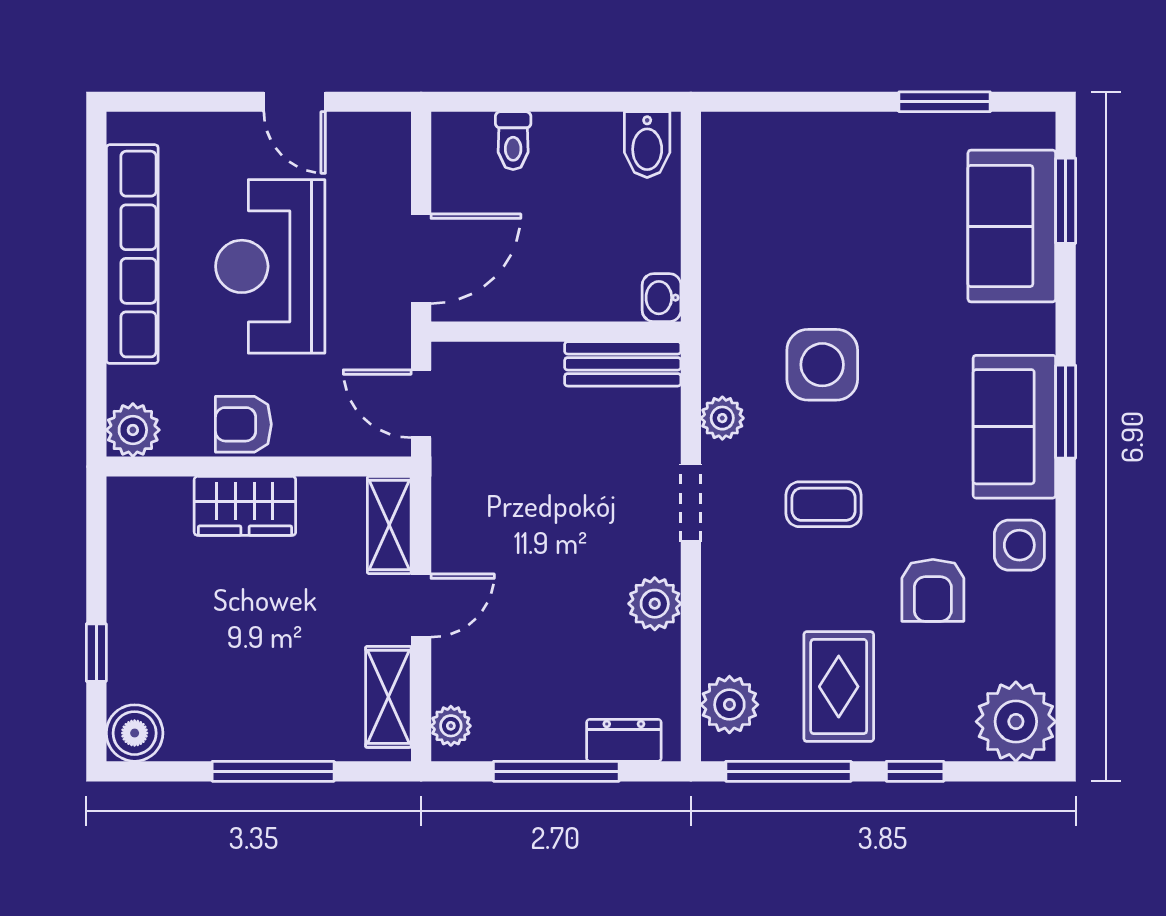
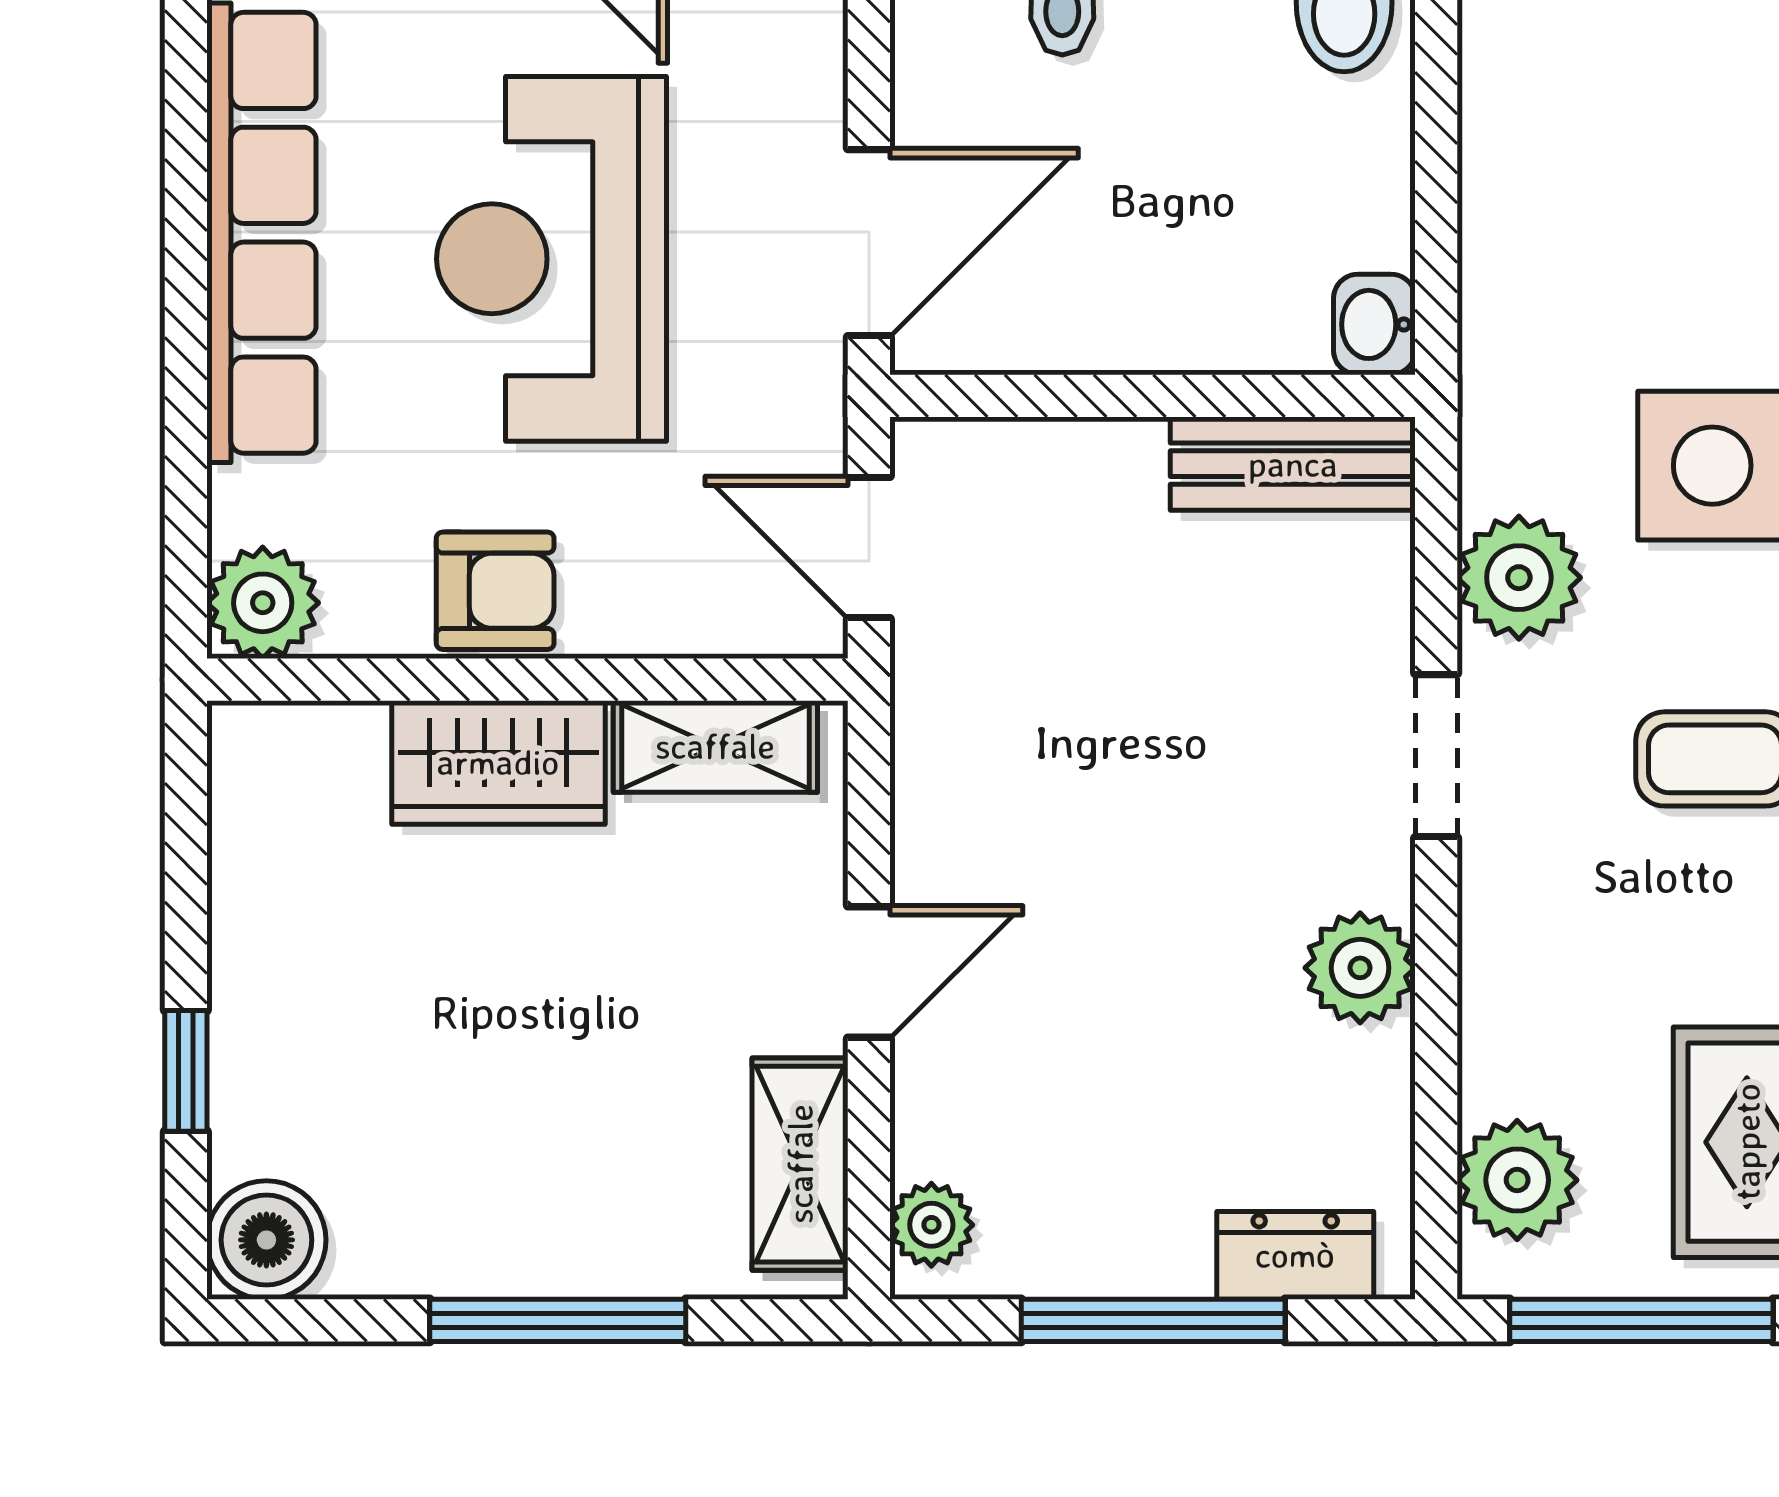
plant: (722, 418) -> (1519, 578), width x1.38, depth x1.38
armchair: (243, 424) -> (495, 591), turned 180
shelving: (389, 525) -> (715, 746), moved, turned 90

